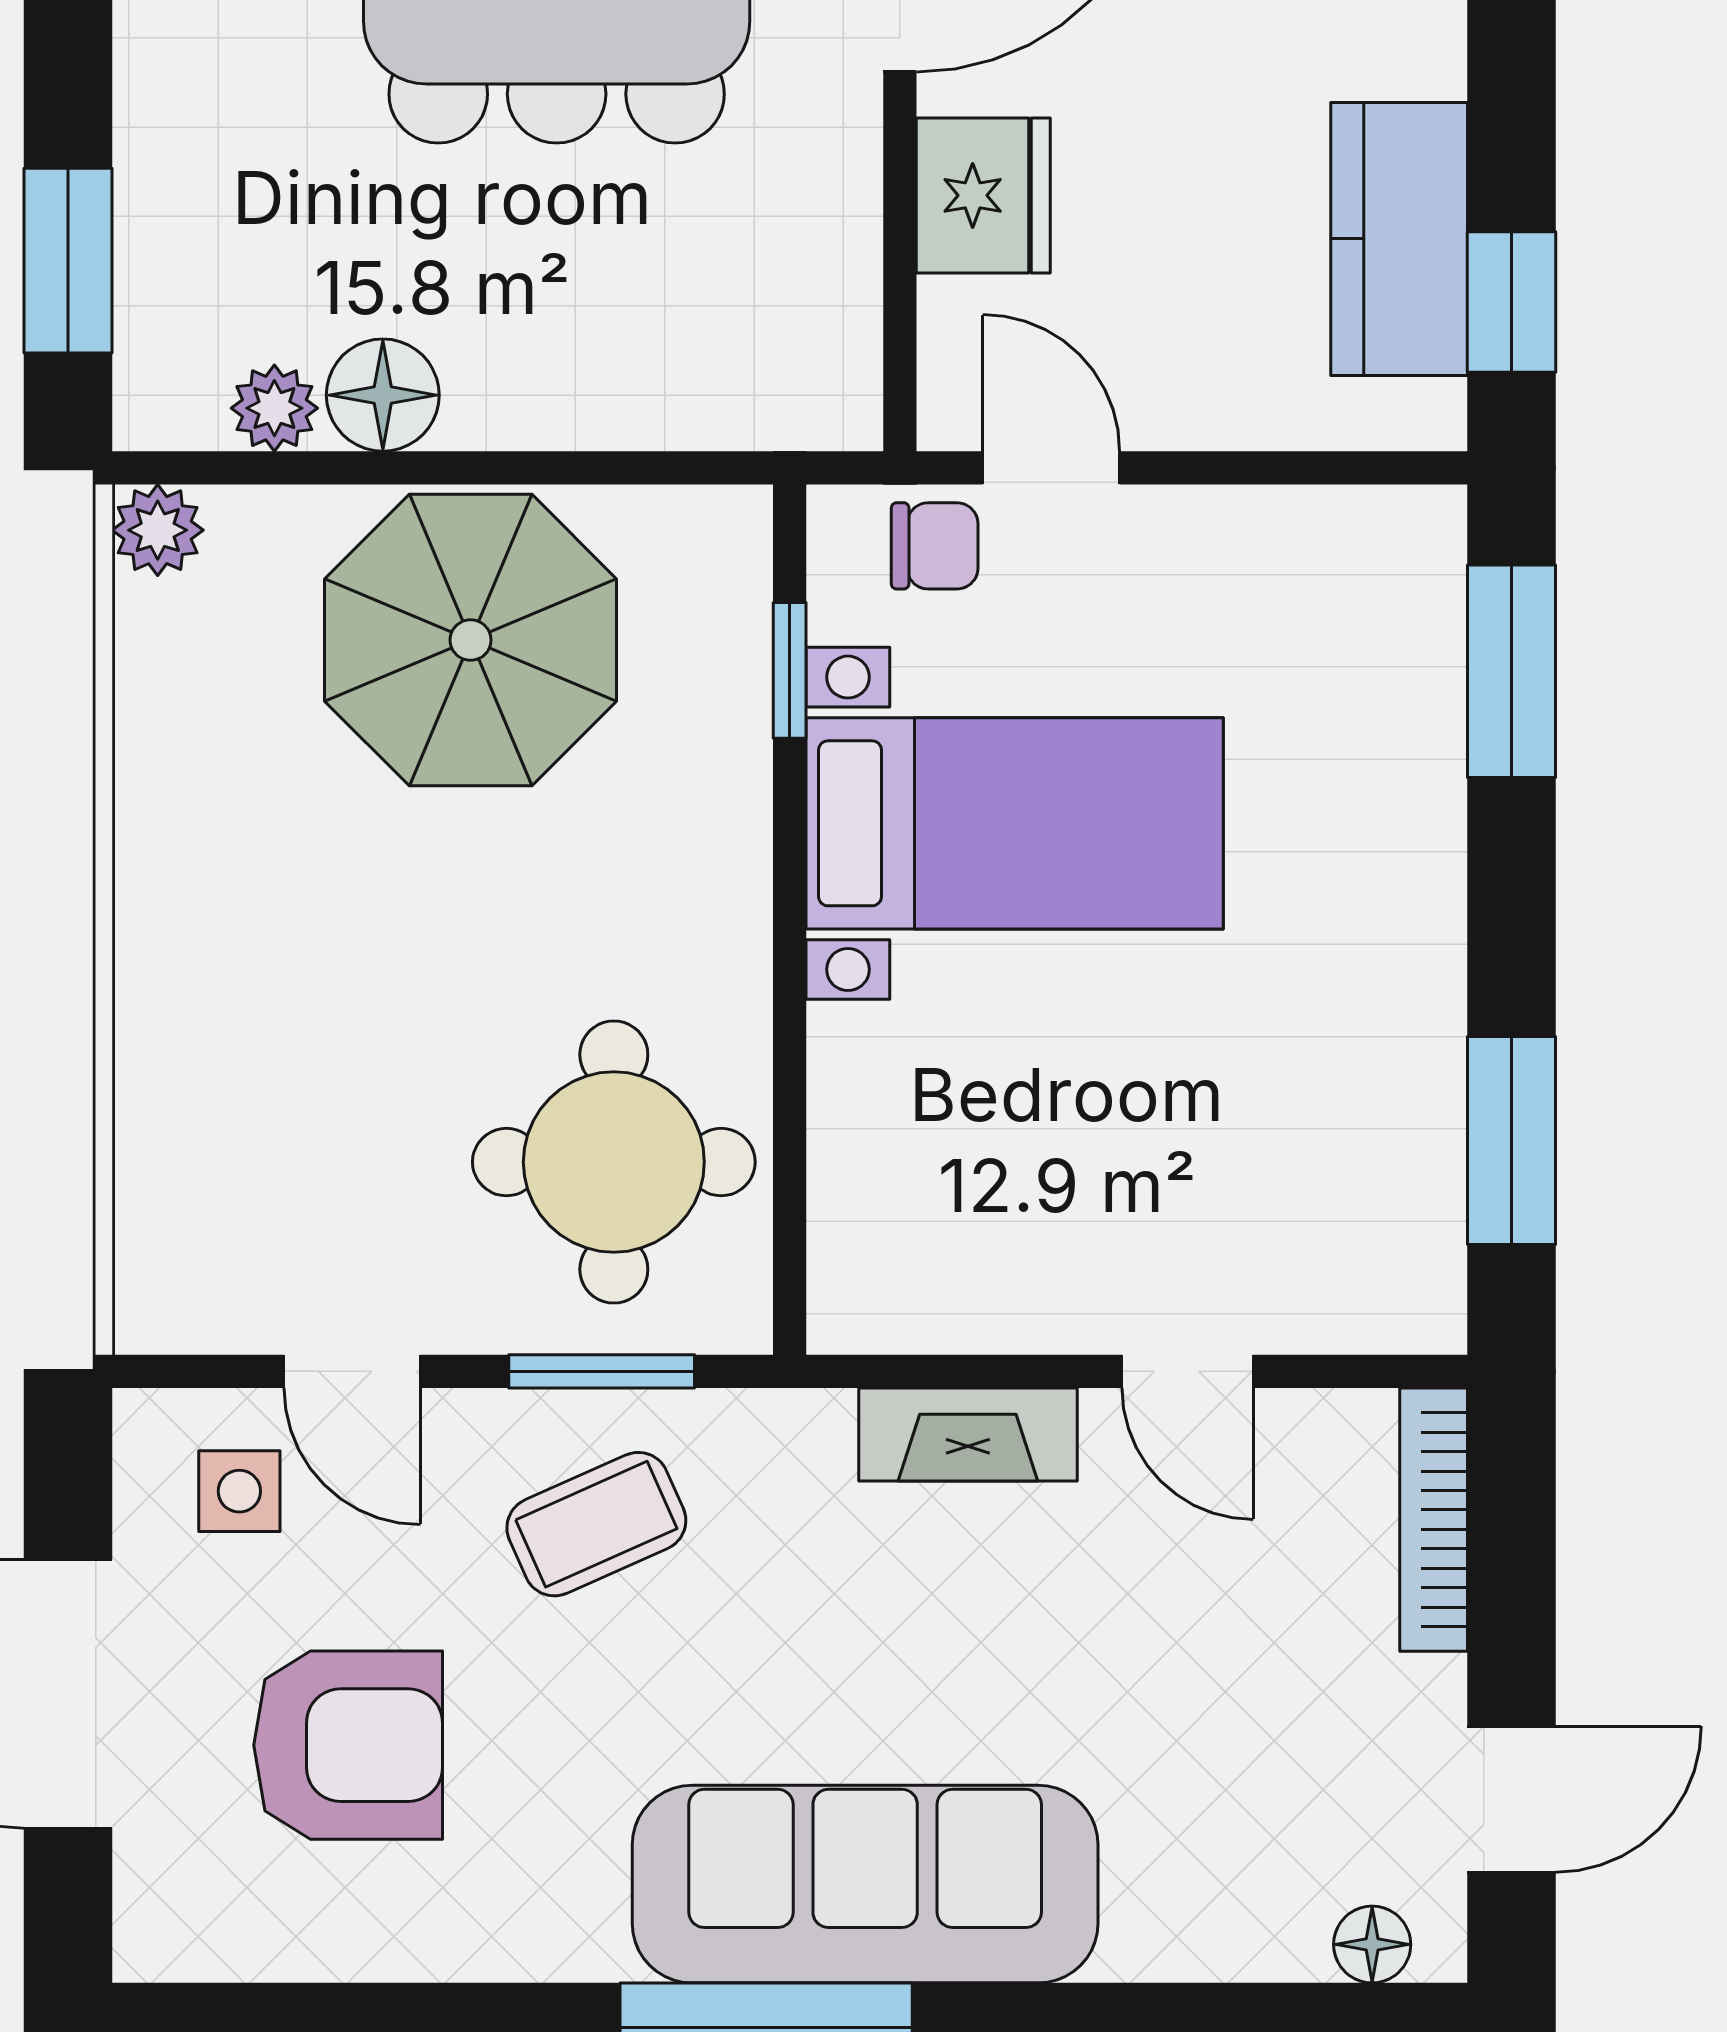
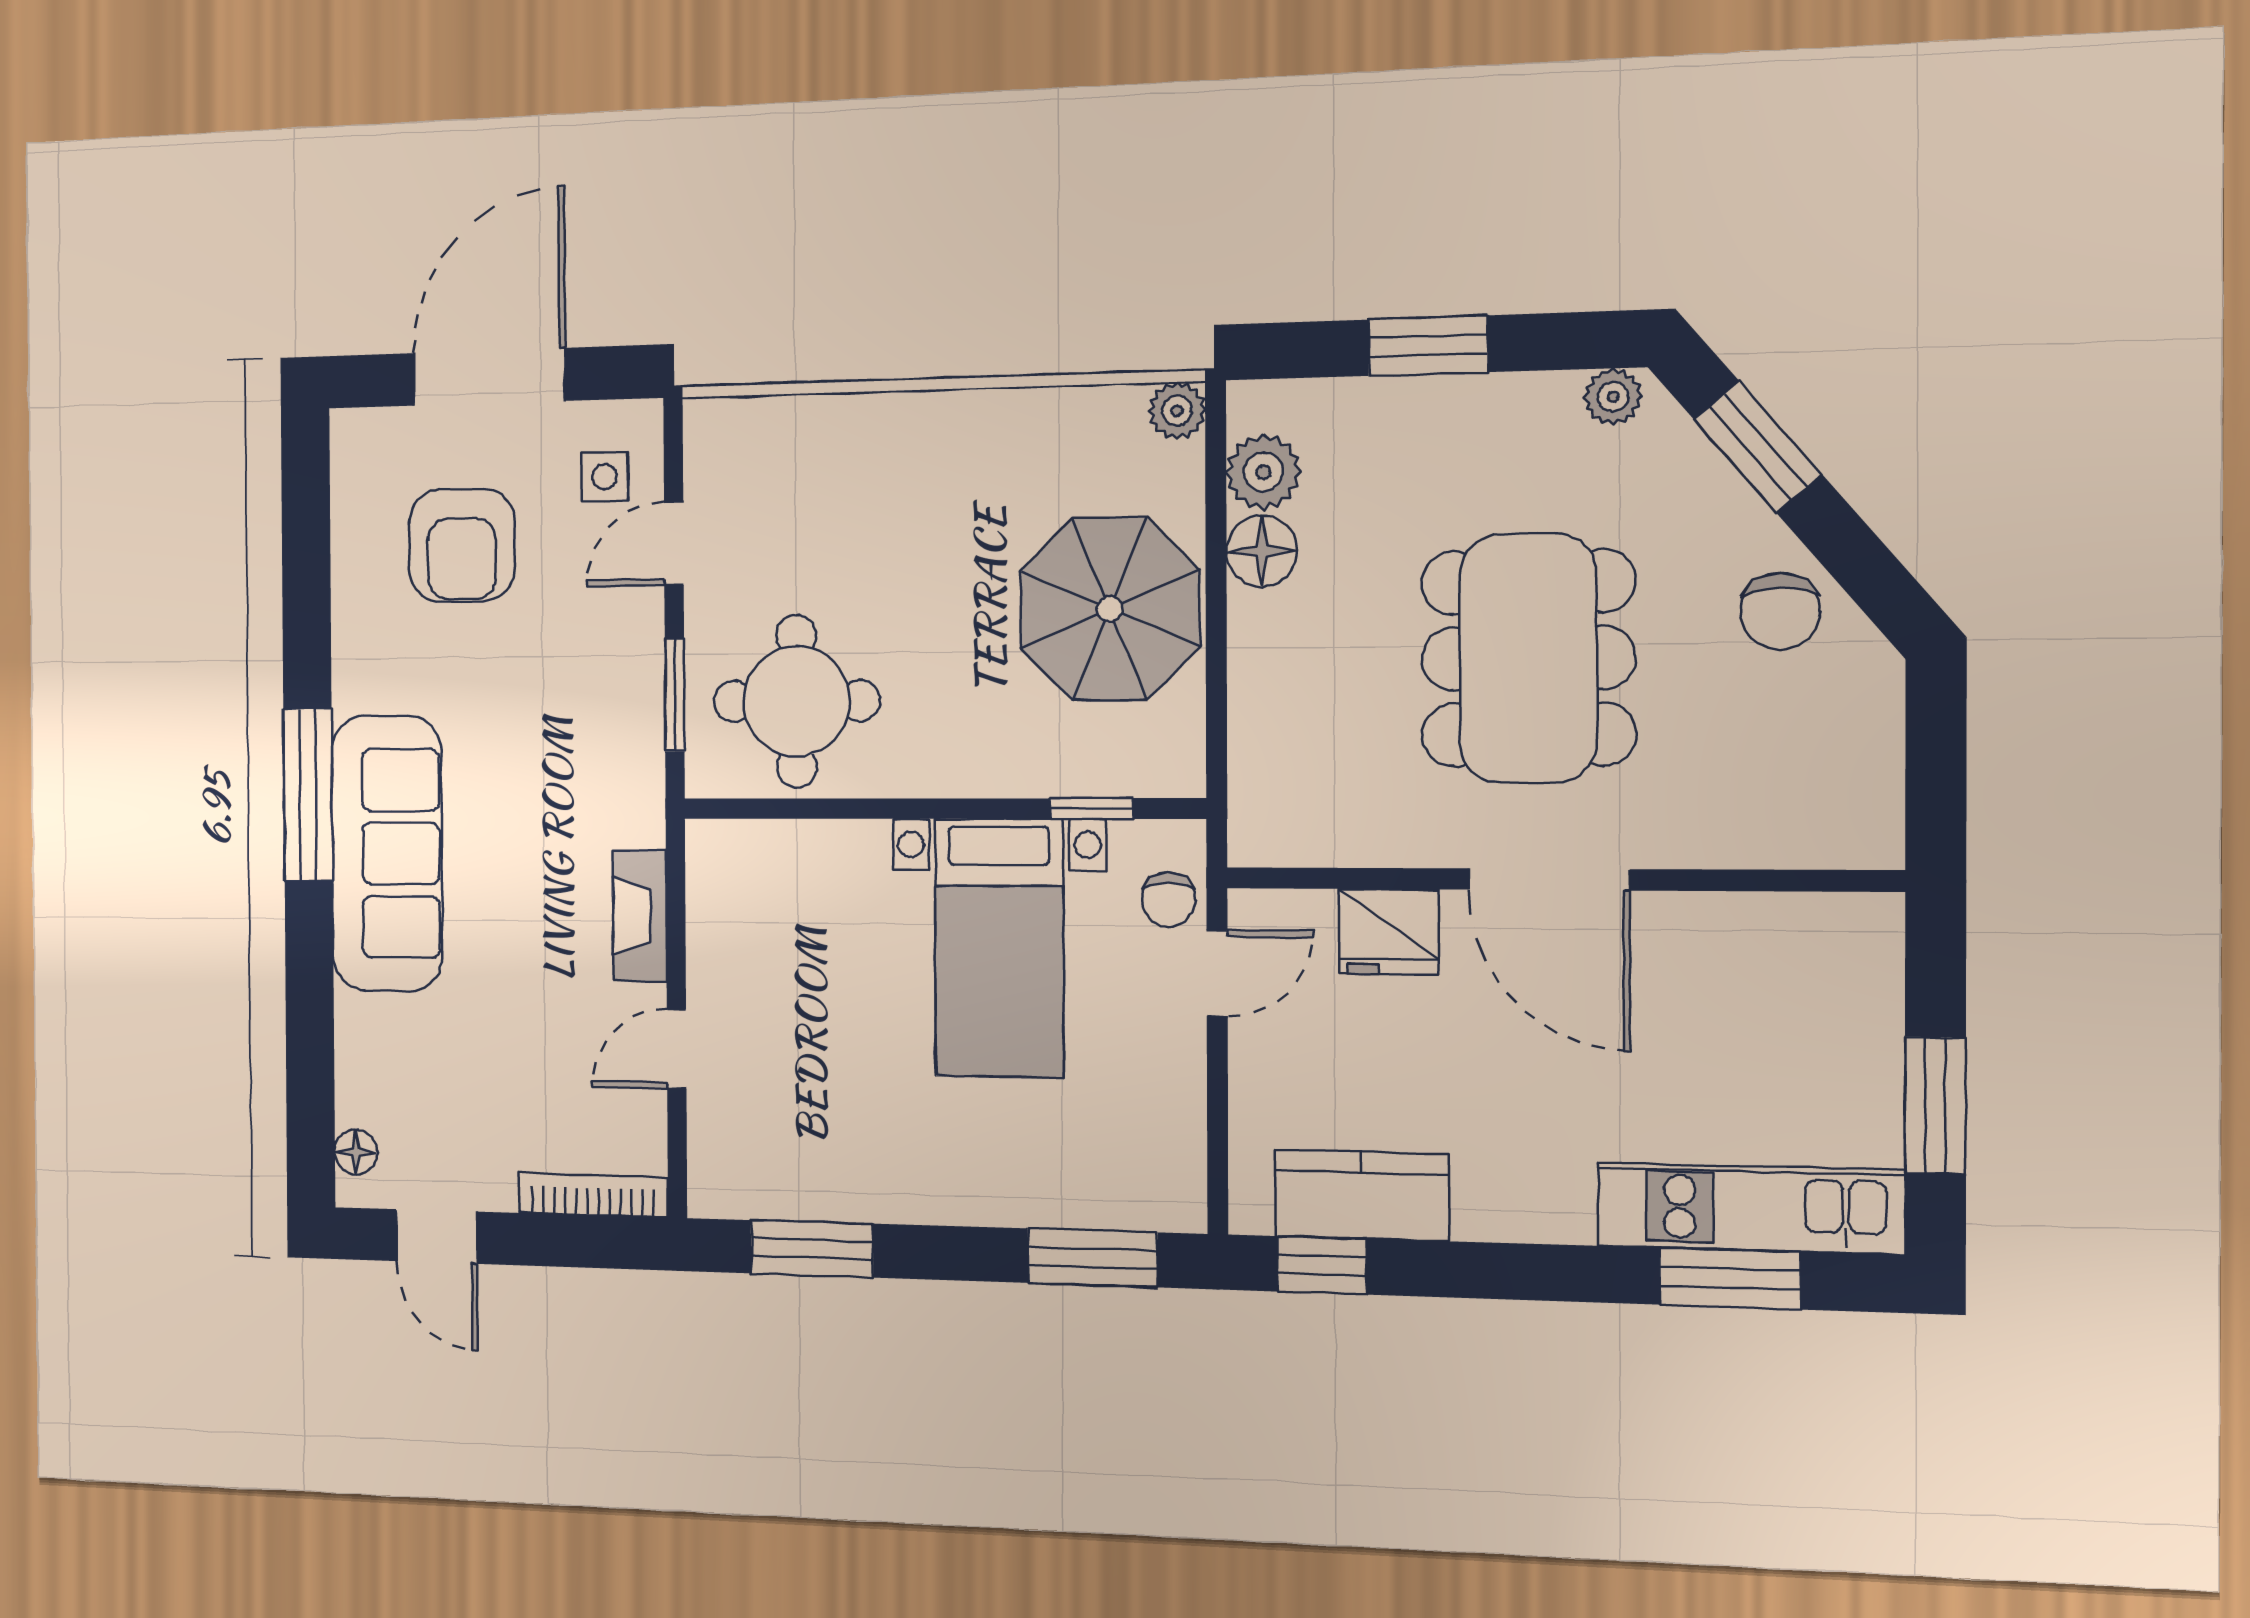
window: (68, 261) -> (1428, 346), moved
plant: (274, 408) -> (1264, 472), width x1.38, depth x1.38
coffee table: (596, 1524) -> (587, 692), removed

